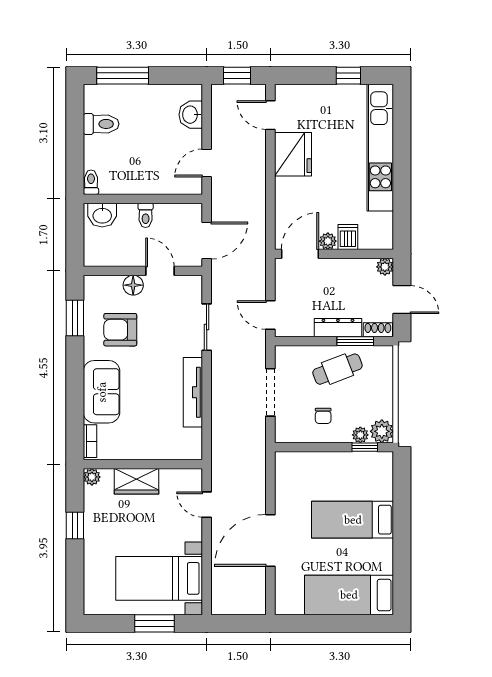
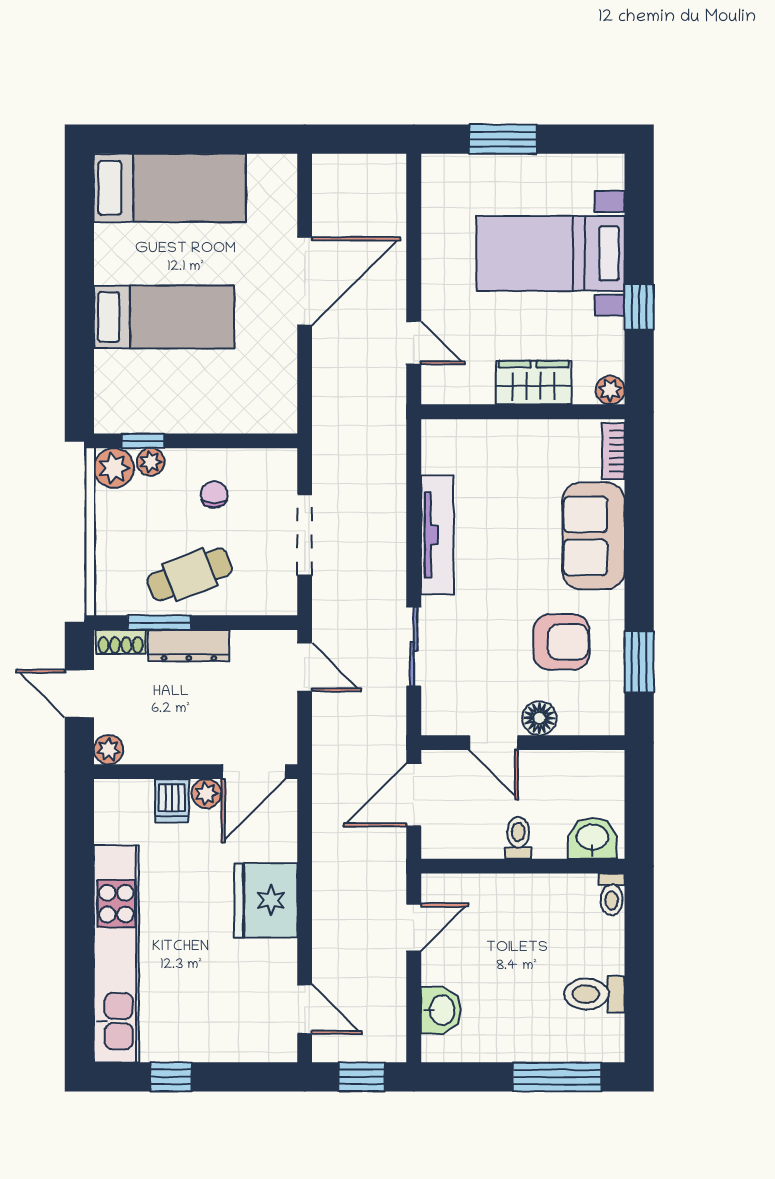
fridge: (293, 154) -> (266, 900), moved
bed with nightstands: (159, 578) -> (551, 253), moved, turned 180

